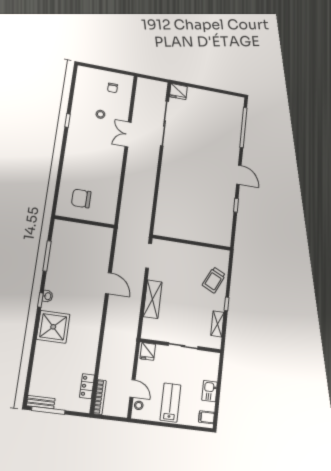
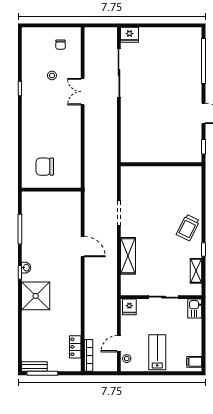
wall: (192, 243) -> (161, 164), moved
door: (133, 389) -> (119, 344), swing flipped
kitchen sink: (210, 391) -> (195, 309), moved

